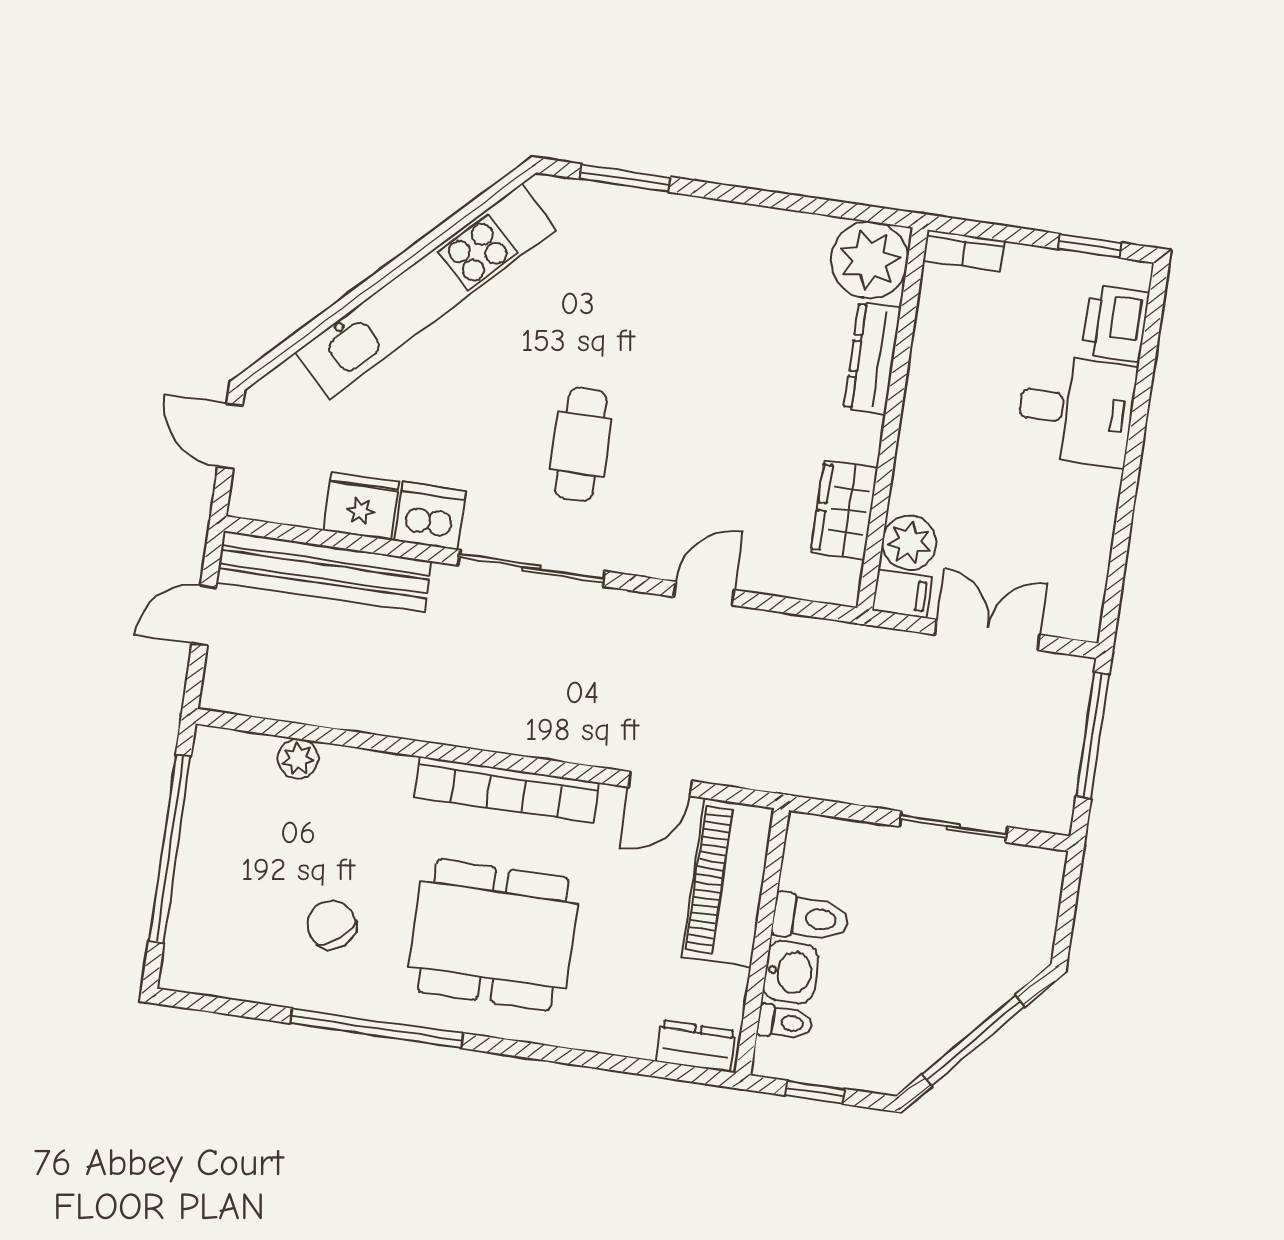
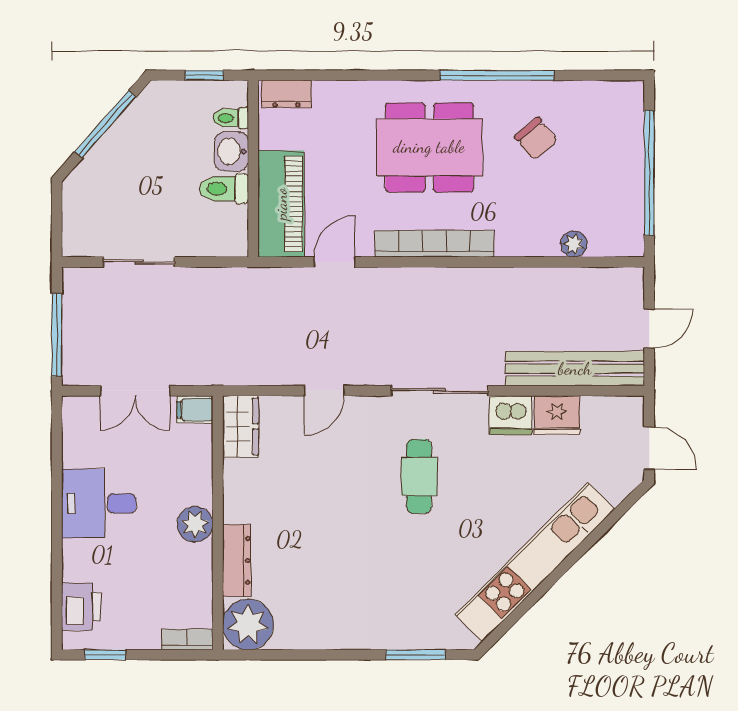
desk: (1076, 410) -> (99, 503), moved
wardrobe: (844, 510) -> (240, 426), moved
plant: (909, 543) -> (195, 524), moved

